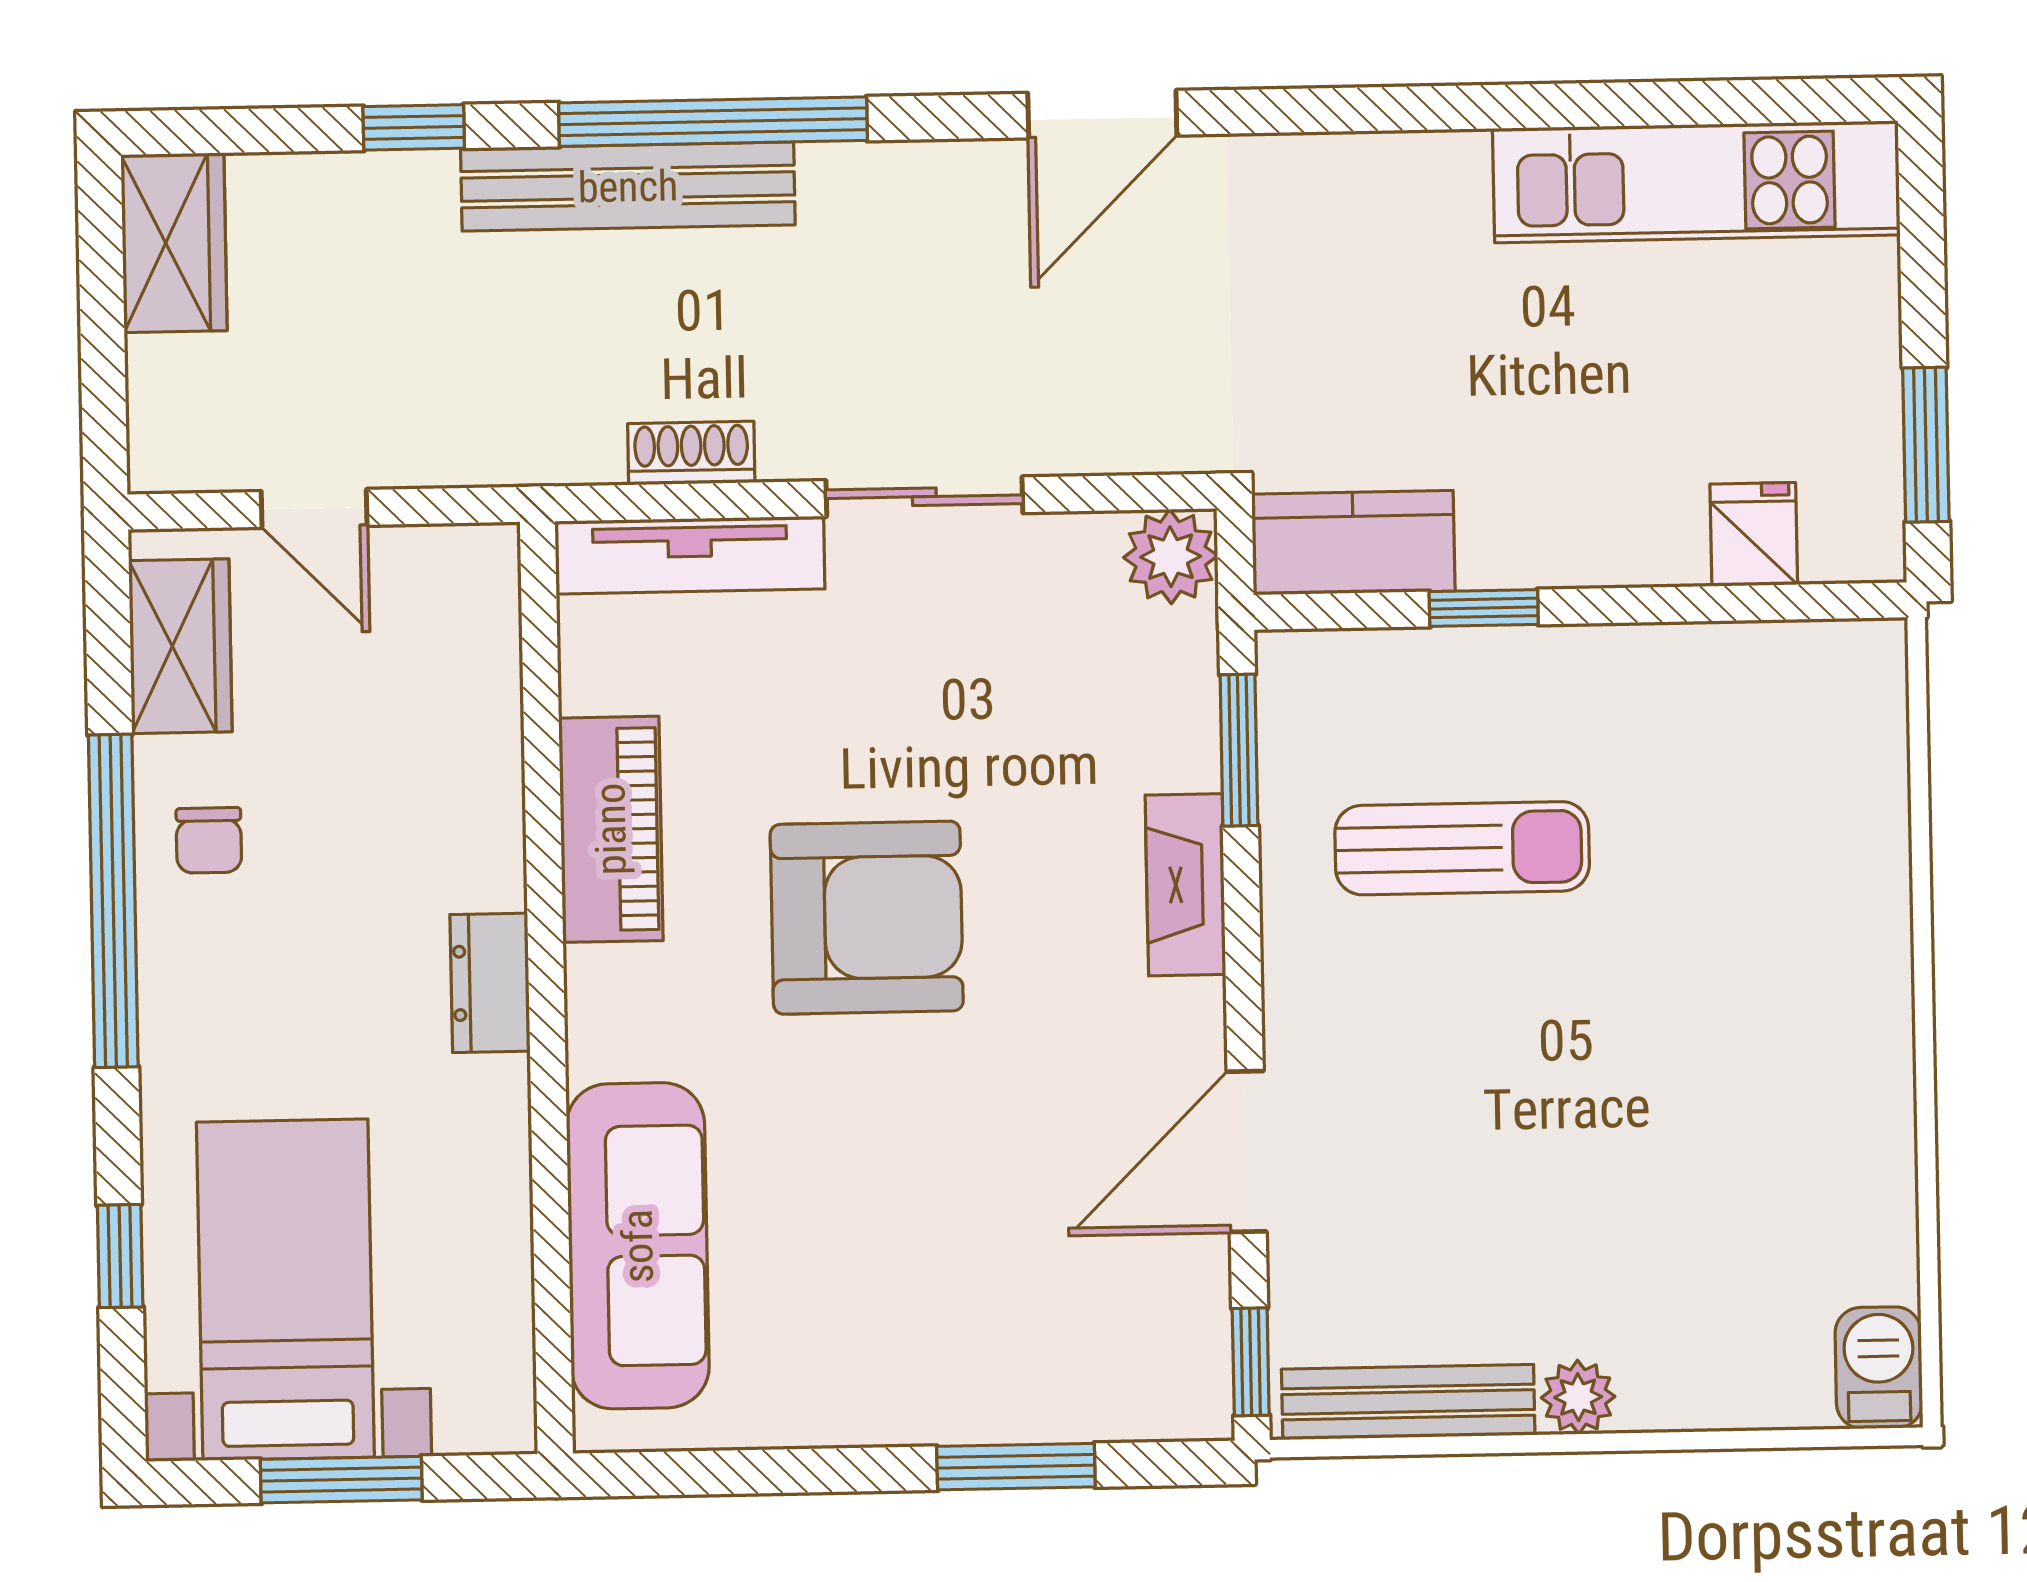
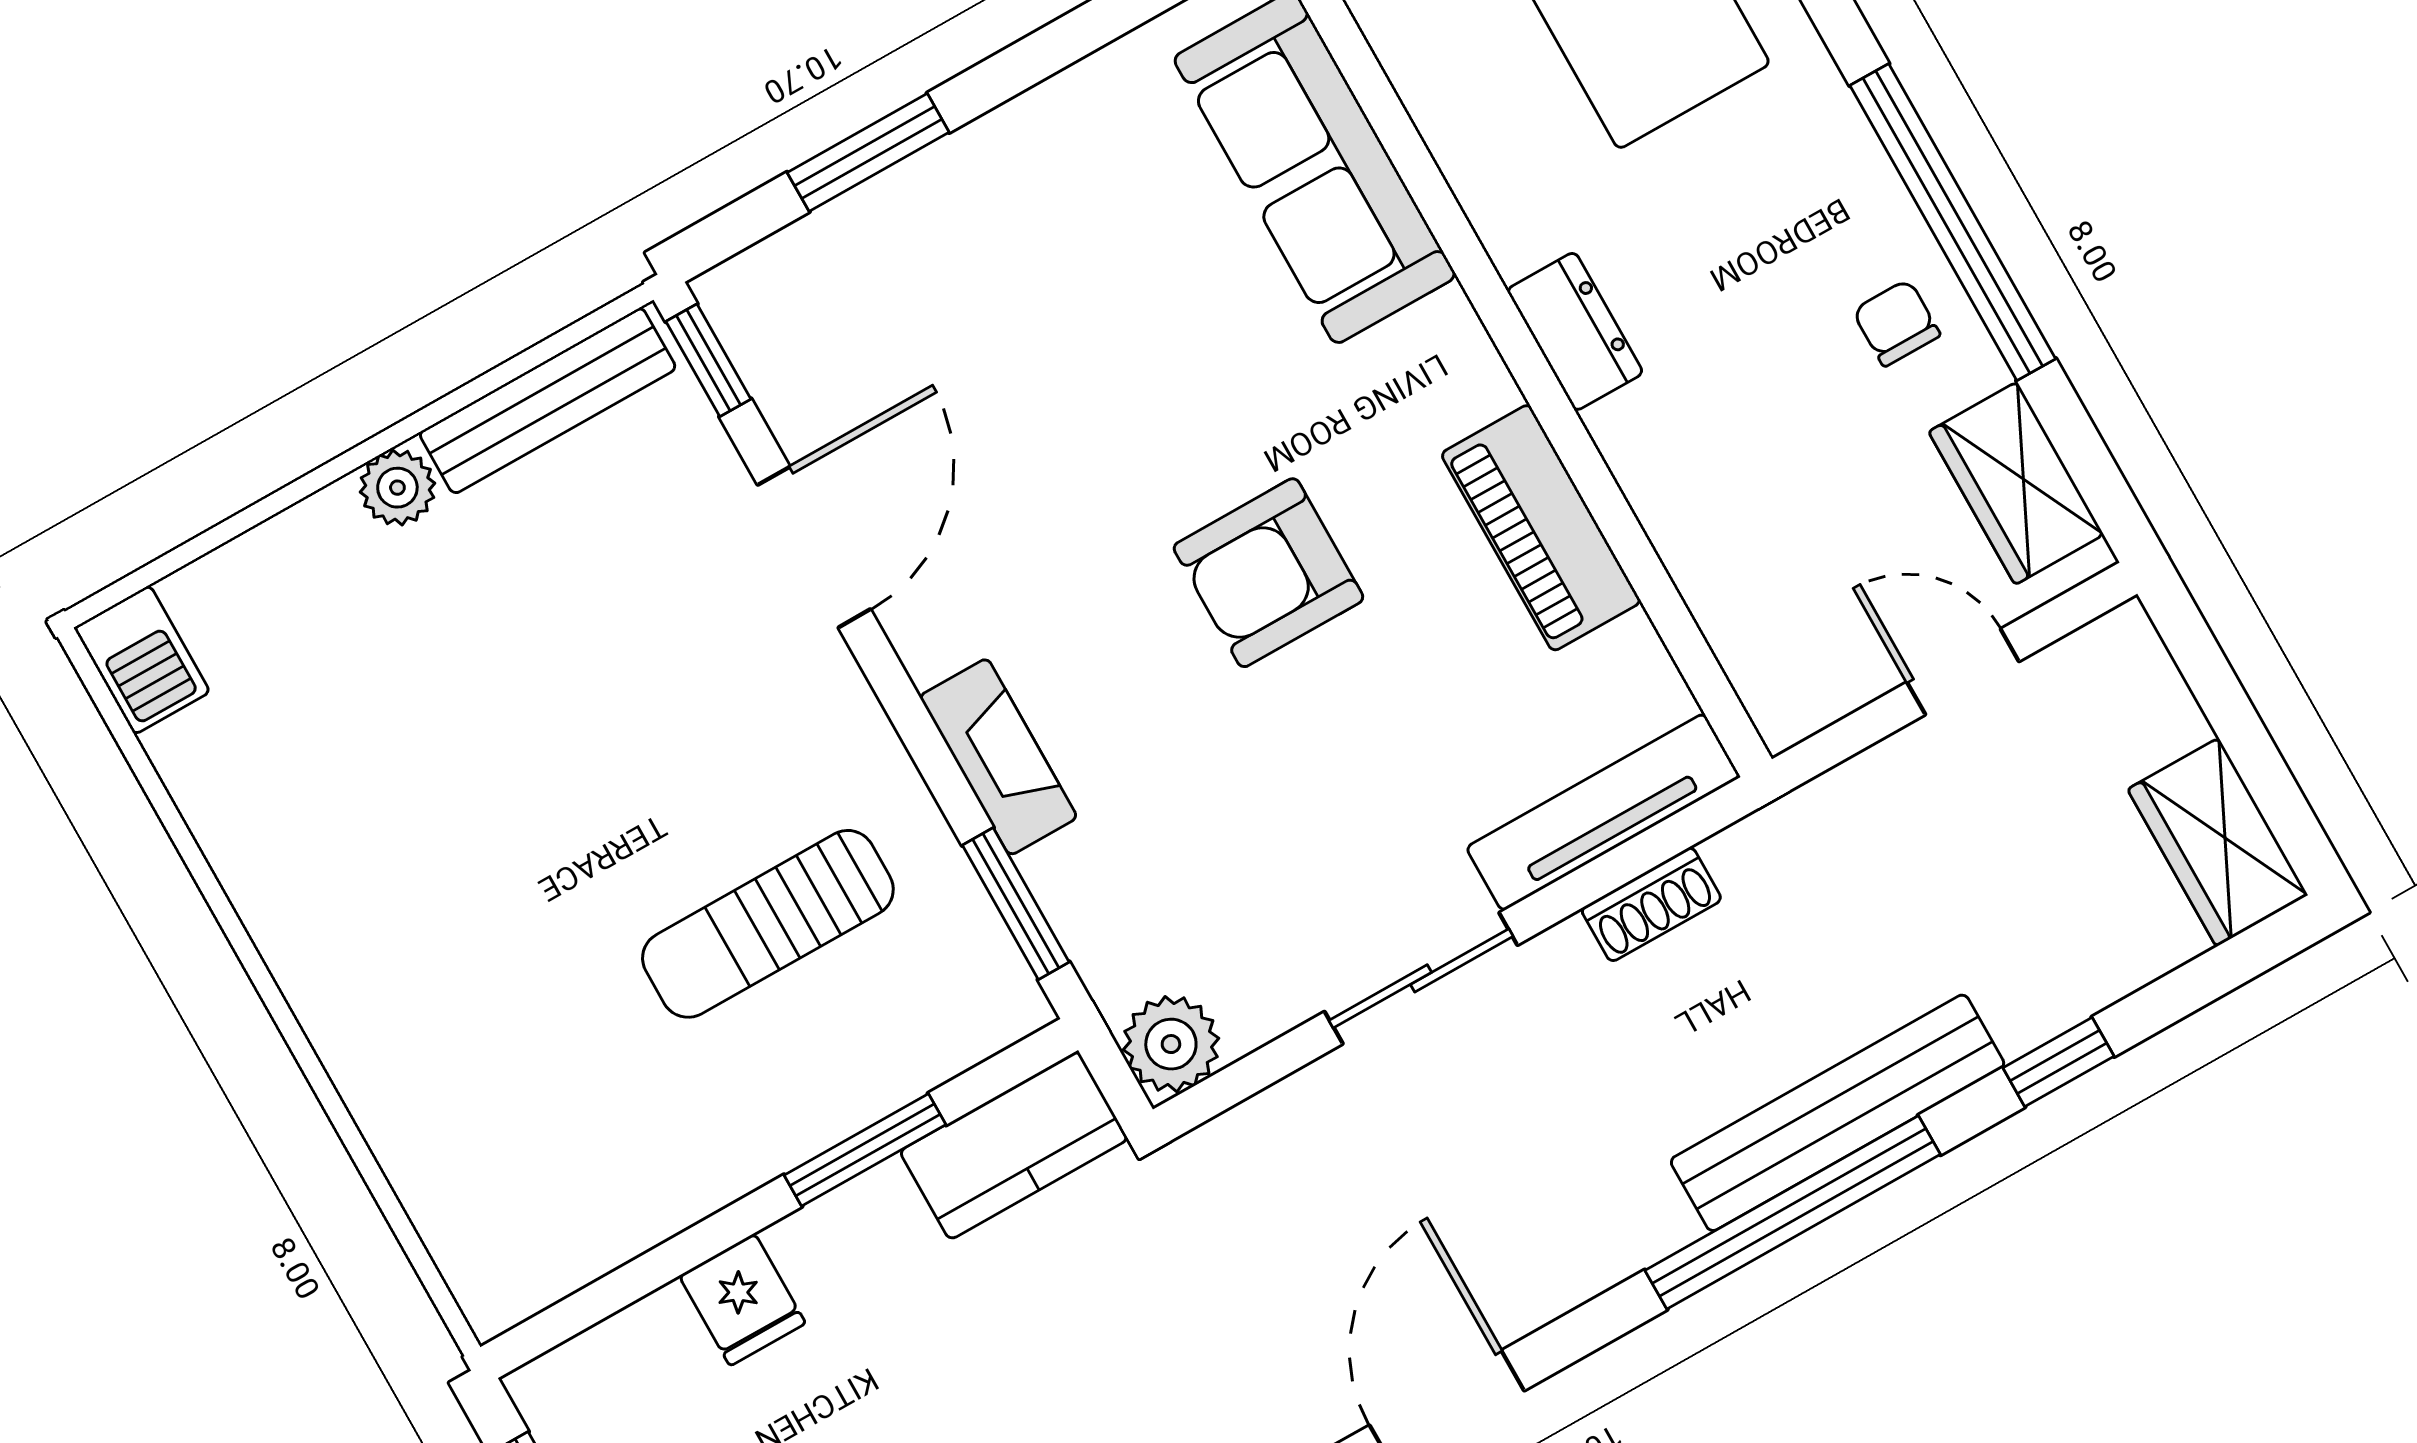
fridge: (1754, 534) -> (742, 1300), moved
window: (1484, 608) -> (865, 1150), width x1.50
armchair: (867, 918) -> (1268, 573), width x0.73, depth x0.73

